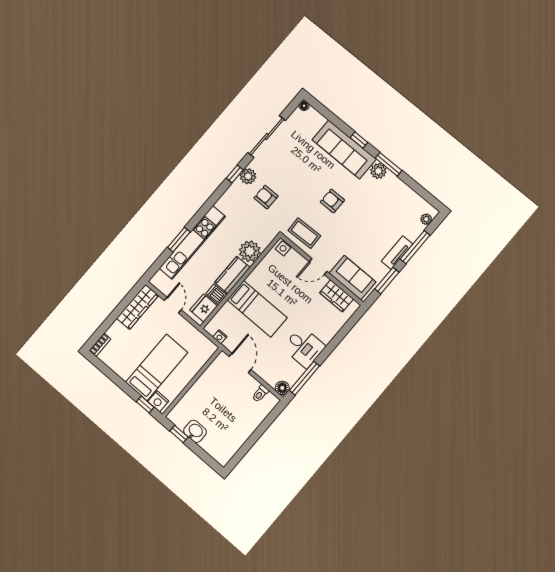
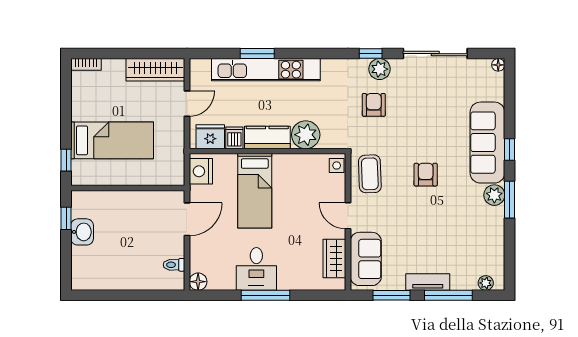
nightstand: (220, 337) -> (201, 171), width x1.89, depth x1.79
window: (304, 378) -> (265, 295), moved
nightstand: (158, 401) -> (80, 171), removed

